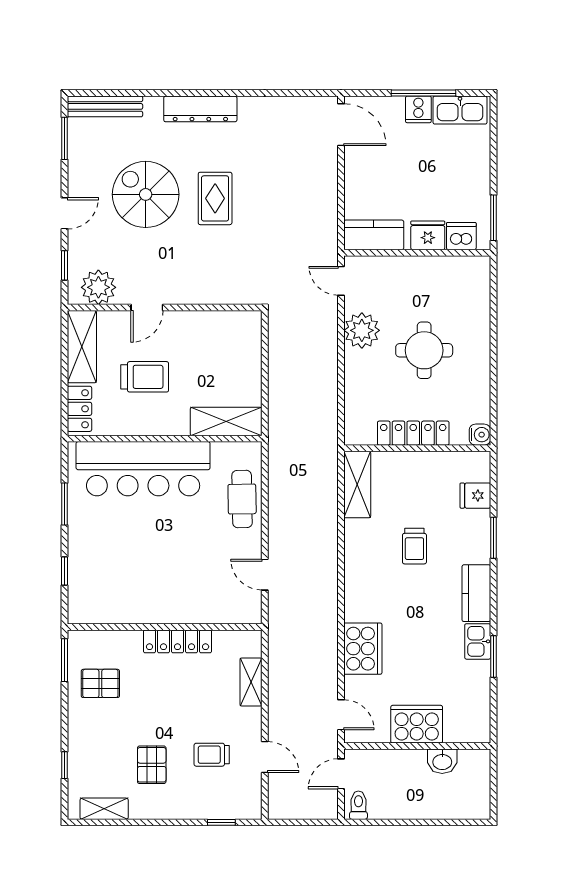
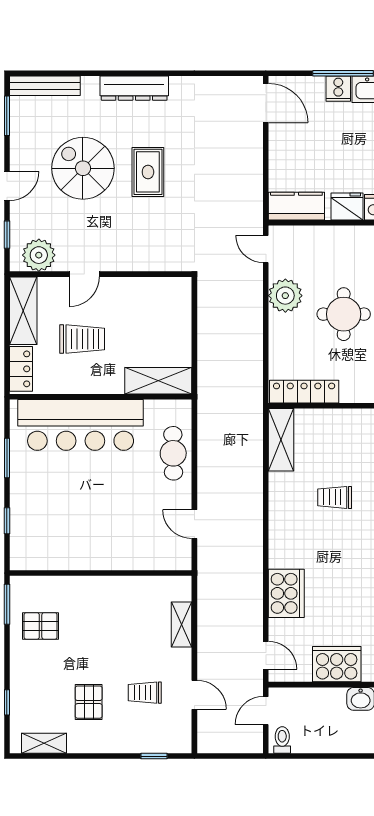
locker: (413, 433) -> (304, 392), moved
trolley: (414, 546) -> (335, 497), turned 90
locker: (178, 641) -> (113, 587), removed

